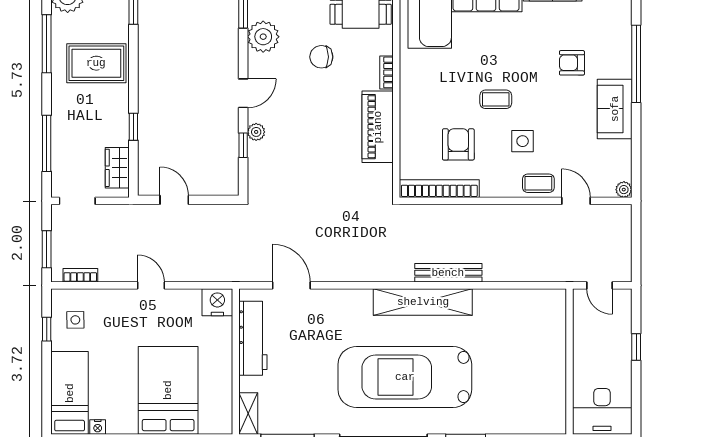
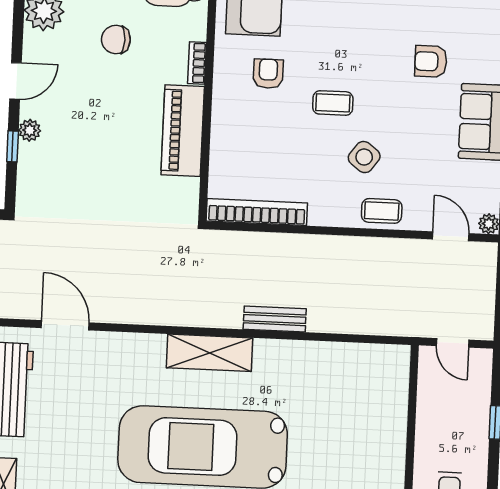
side table: (523, 141) -> (364, 157), turned 37
armchair: (458, 144) -> (268, 74), moved, width x0.72, depth x0.72
door: (576, 201) -> (451, 236), moved
bench: (448, 273) -> (275, 319), width x0.73
shelving: (423, 302) -> (210, 353), width x0.68

